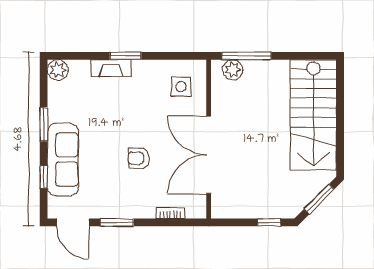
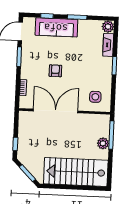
fireplace: (111, 68) -> (108, 45), moved
plant: (233, 70) -> (103, 143), moved

